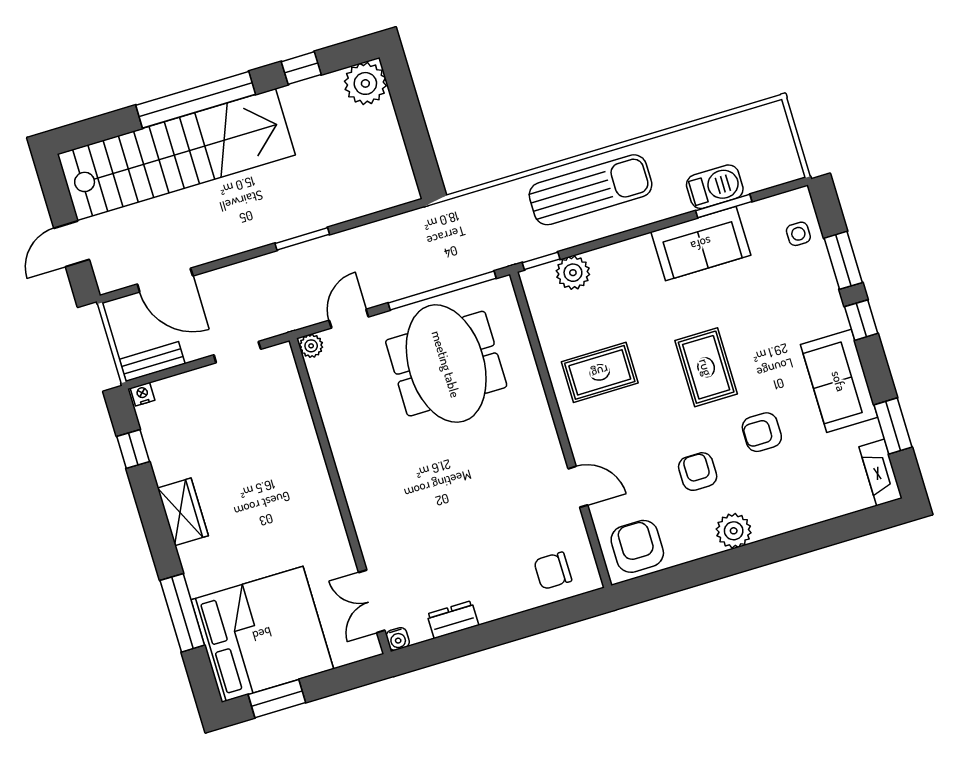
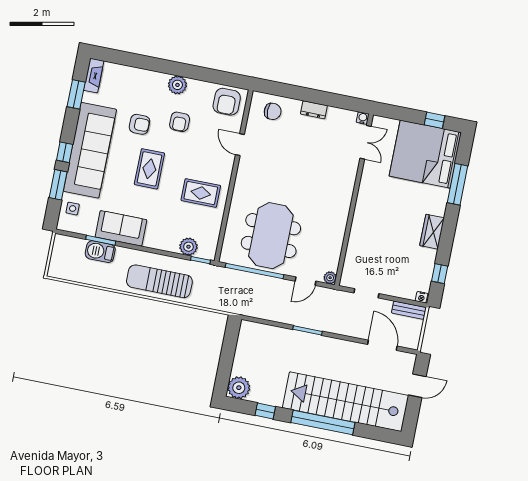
sofa: (839, 381) -> (90, 150), width x1.85, depth x1.27
dresser: (453, 620) -> (314, 110), moved
window: (277, 699) -> (434, 120), width x0.67

